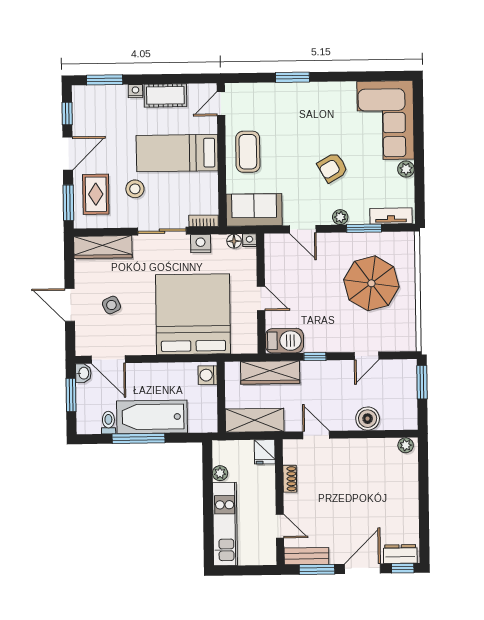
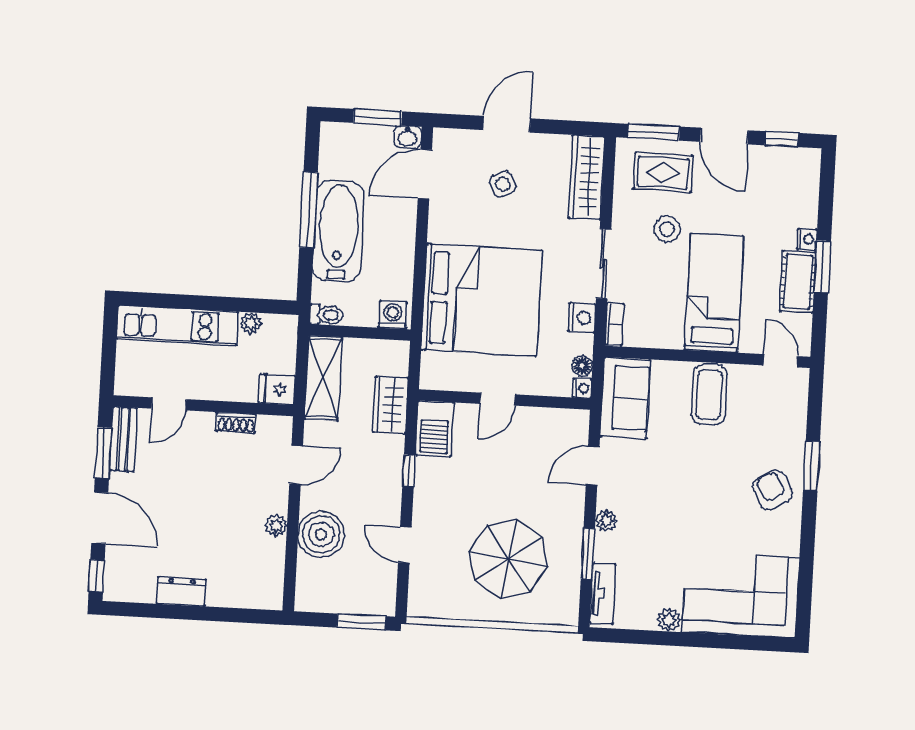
window: (105, 80) -> (822, 267), moved
coffee table: (248, 152) -> (709, 395), turned 90
armchair: (333, 167) -> (773, 490), moved
wardrobe: (270, 372) -> (390, 405), width x0.67
boiler: (368, 419) -> (321, 534), width x1.37, depth x1.37
toilet: (108, 423) -> (326, 315), moved
plant: (406, 445) -> (276, 525), moved
dresser: (400, 554) -> (181, 592), moved, turned -90

